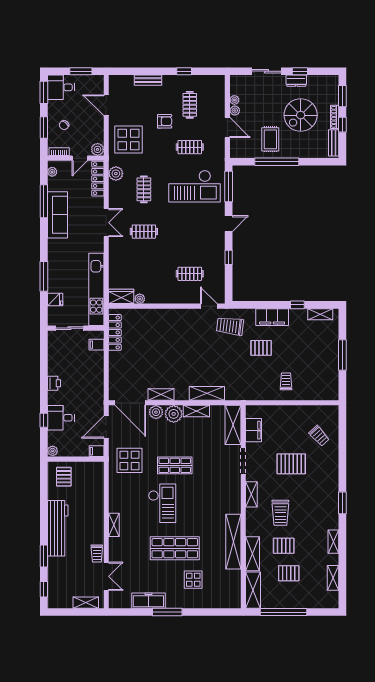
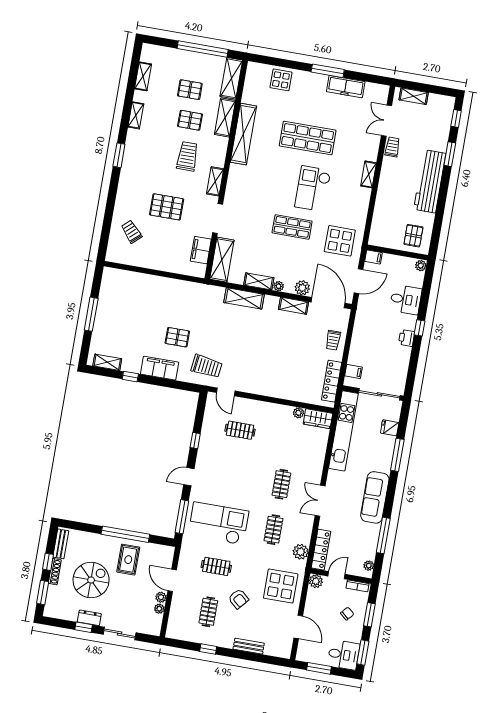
armchair: (165, 121) -> (239, 599), turned -139
sofa: (57, 215) -> (375, 497), moved
clothes rail: (144, 232) -> (281, 484), turned 90
sliding door: (70, 328) -> (379, 394), width x1.37
trolley: (286, 381) -> (333, 340), moved
plant: (174, 414) -> (279, 286), width x0.53, depth x0.53
window: (44, 420) -> (419, 328), moved
display table: (193, 580) -> (281, 80), moved

